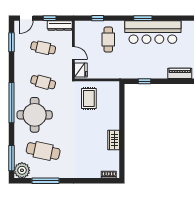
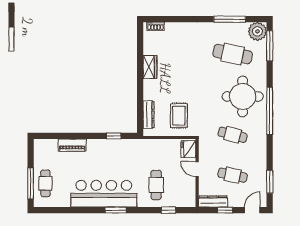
dresser: (115, 99) -> (149, 115), added

